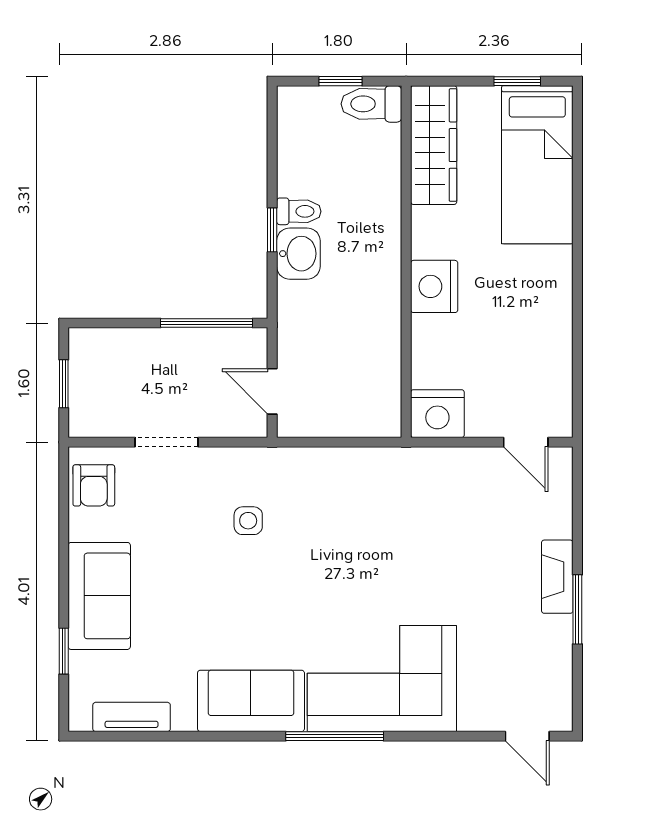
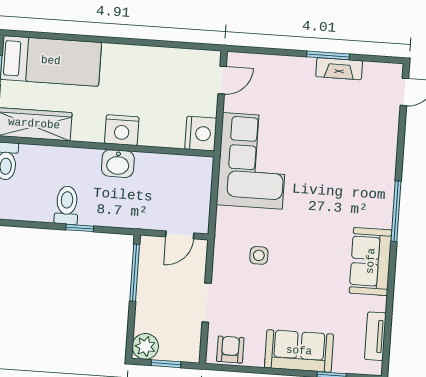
toilet: (299, 211) -> (67, 205), width x1.37, depth x1.39
washbasin: (298, 254) -> (118, 164), moved, turned 180
plant: (89, 348) -> (145, 346), added
armchair: (94, 485) -> (230, 350), turned -90
fireplace: (557, 577) -> (339, 69), moved
corner sofa: (382, 678) -> (252, 161), moved, turned 180

